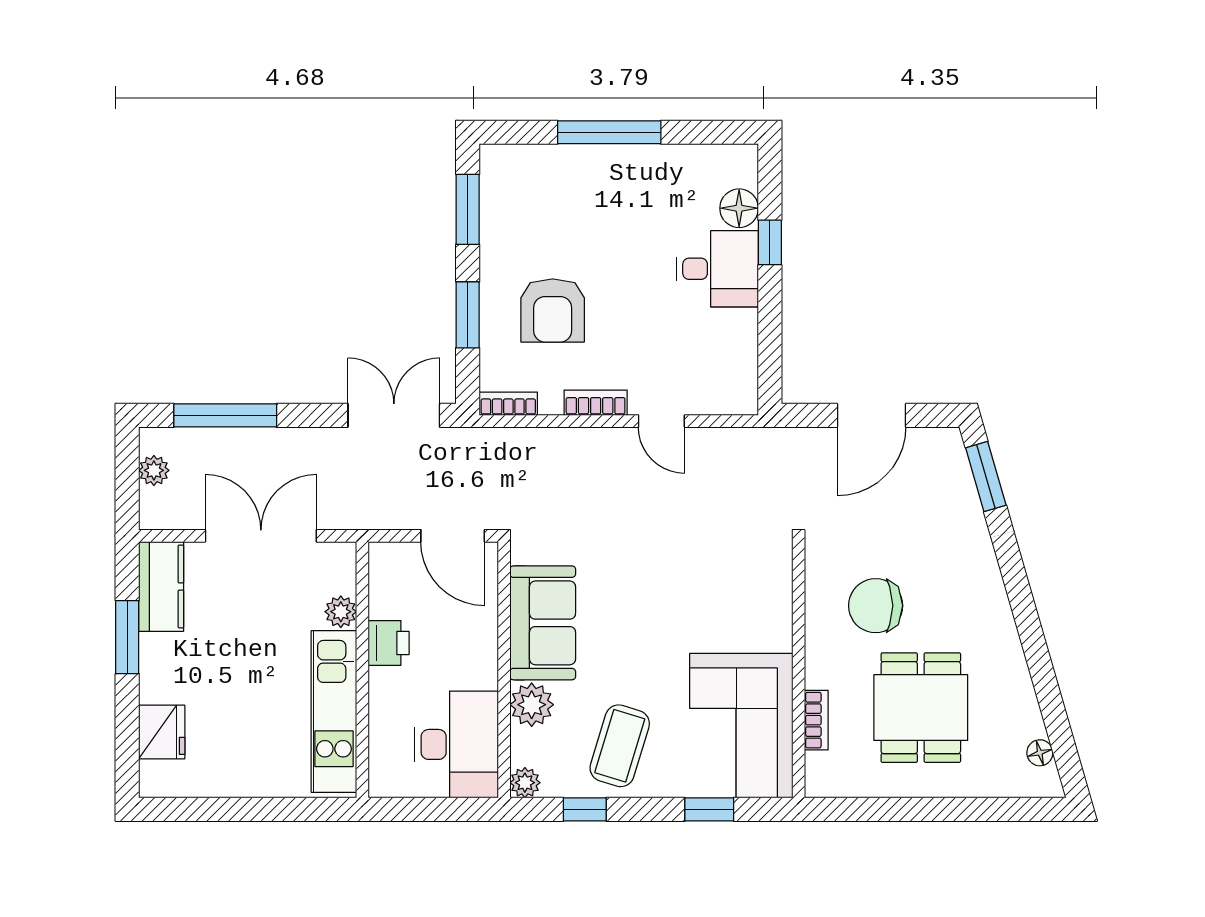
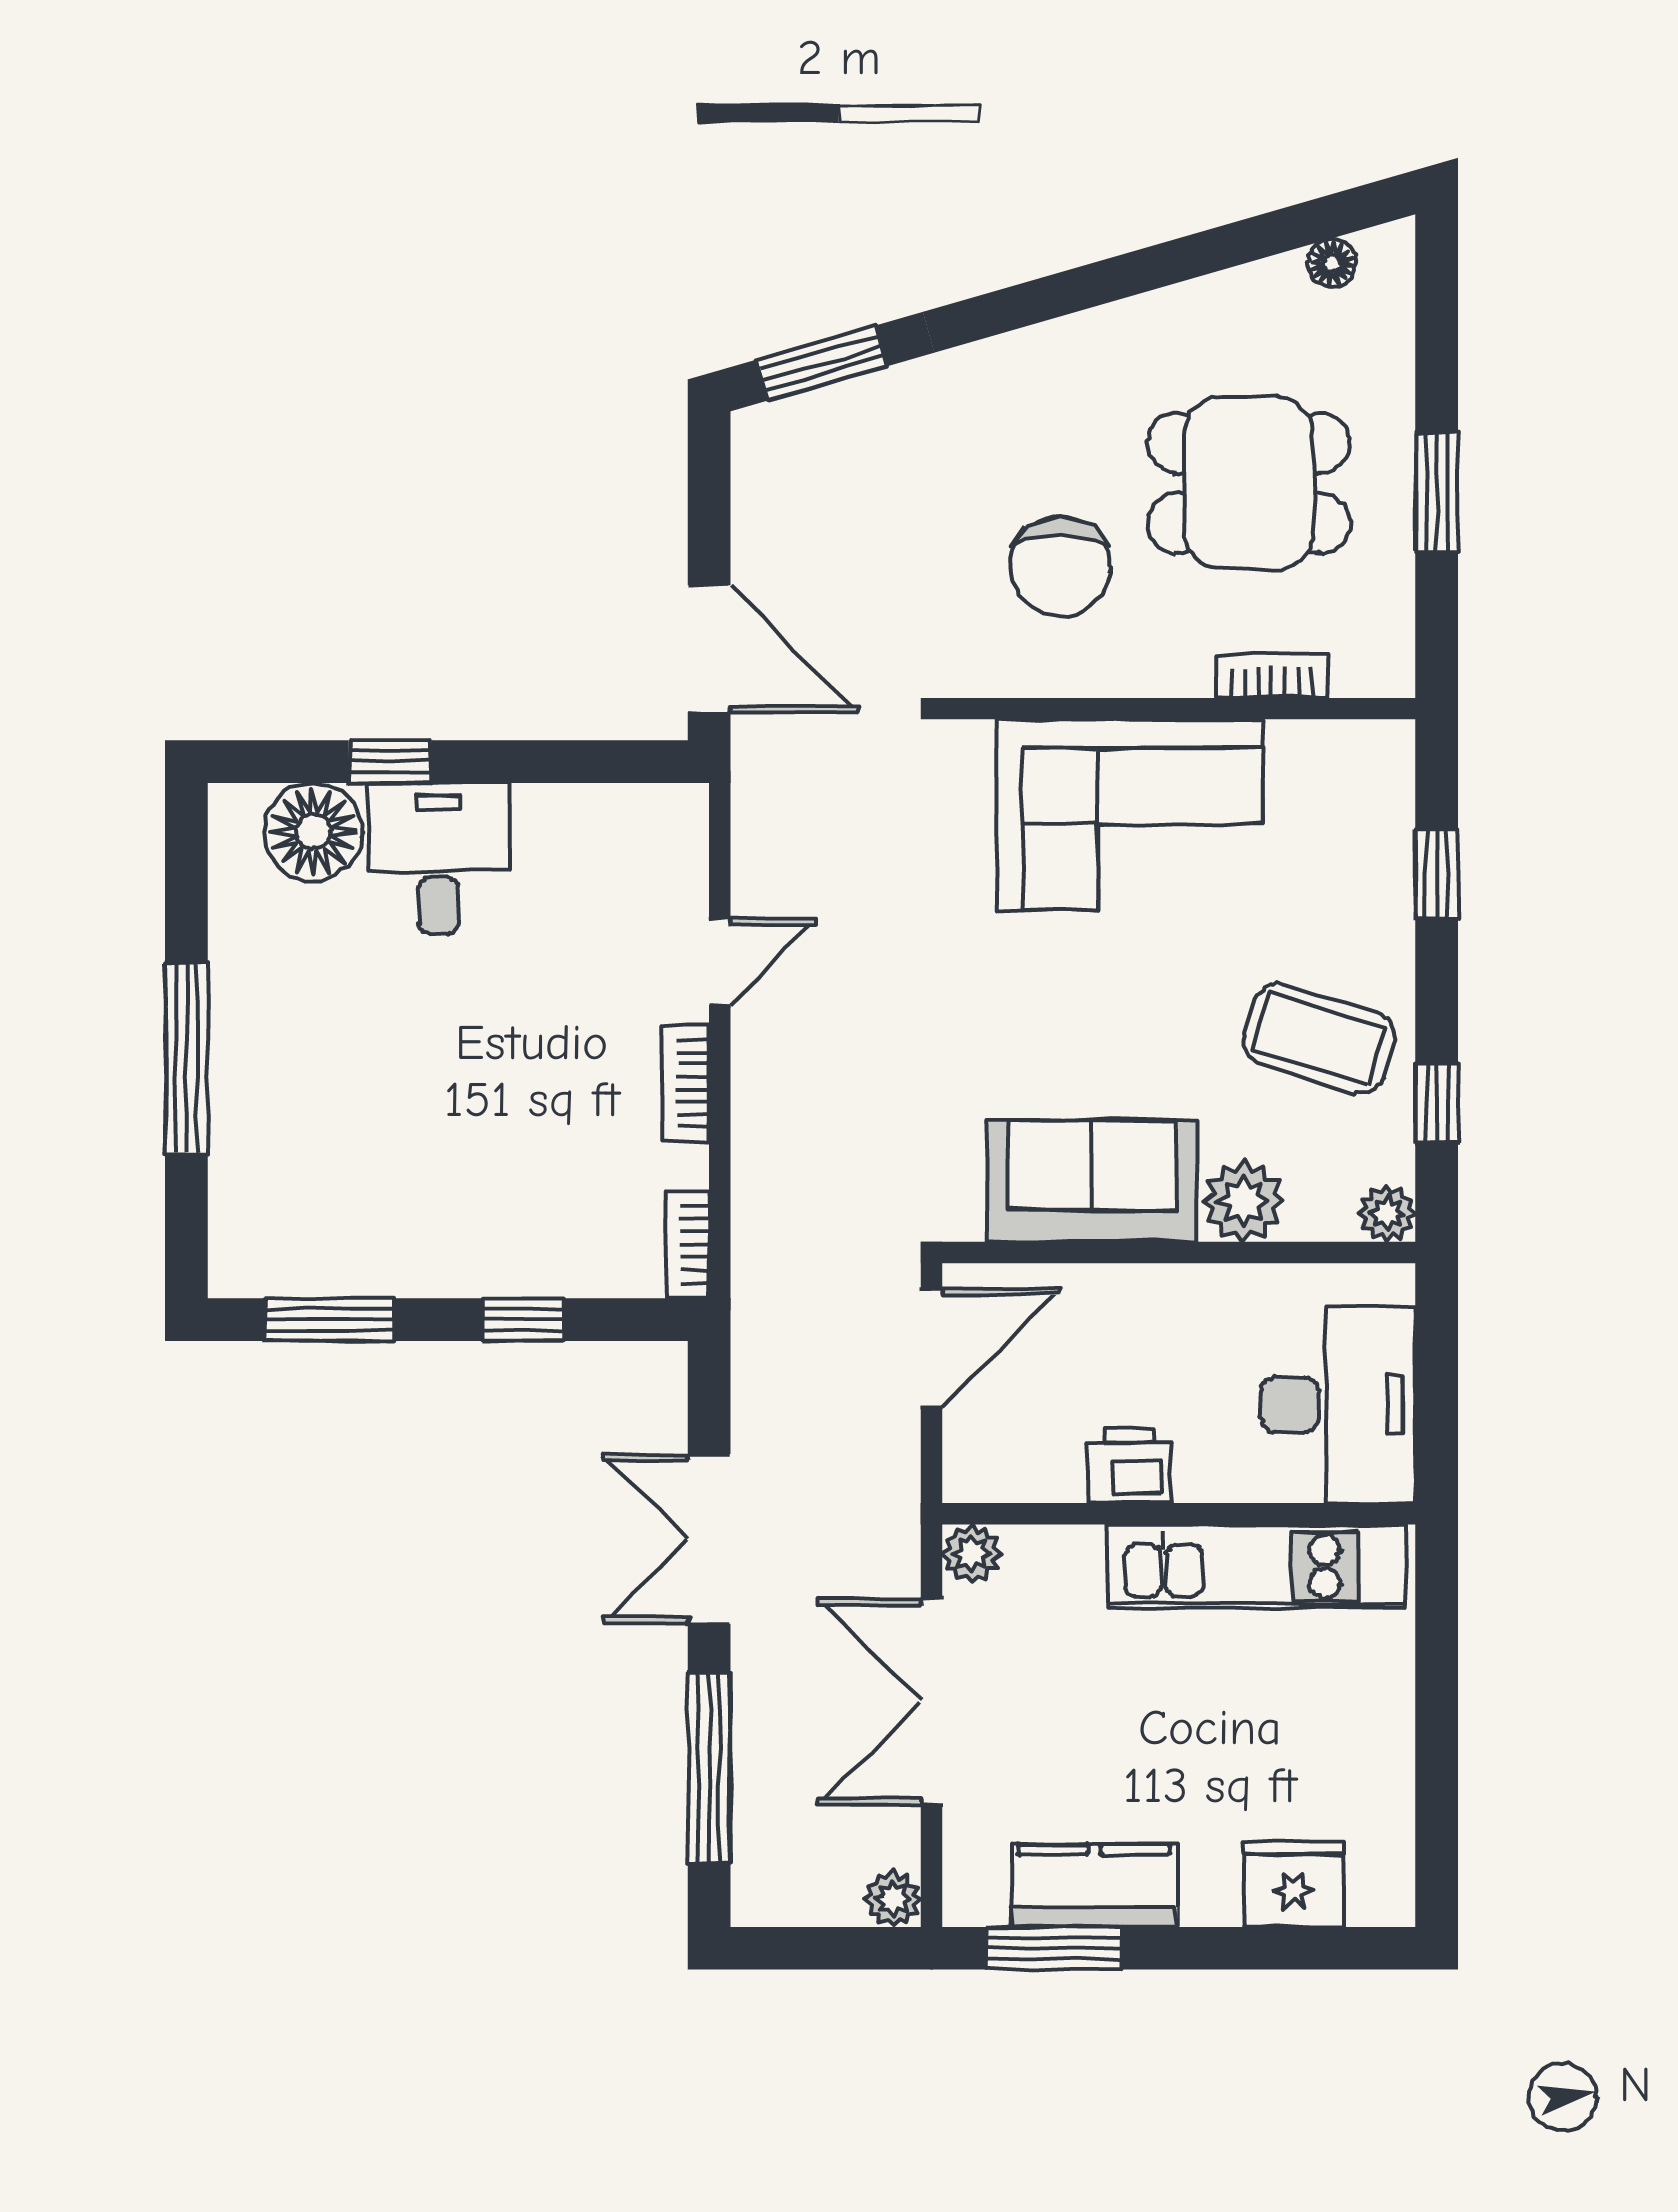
floor lamp: (739, 208) -> (313, 832), width x1.38, depth x1.38
armchair: (553, 310) -> (515, 1163), removed
window: (468, 315) -> (524, 1320), width x0.67
double door: (394, 415) -> (709, 1539), moved
door: (871, 415) -> (709, 649), moved
plant: (154, 470) -> (893, 1899), moved
kitchen counter: (161, 586) -> (1094, 1886), moved
plant: (341, 612) -> (972, 1554), moved
window: (127, 637) -> (1054, 1948), moved
corner sofa: (741, 726) -> (1130, 814), moved
desk: (456, 744) -> (1338, 1405), moved, turned 90
window: (916, 809) -> (1437, 492), added

